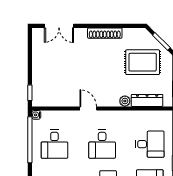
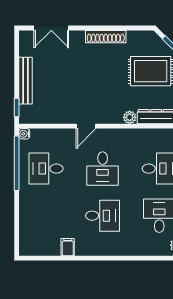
bench: (37, 70) -> (26, 81), added
door: (88, 108) -> (86, 126), swing flipped
desk: (54, 144) -> (46, 169), turned 90

